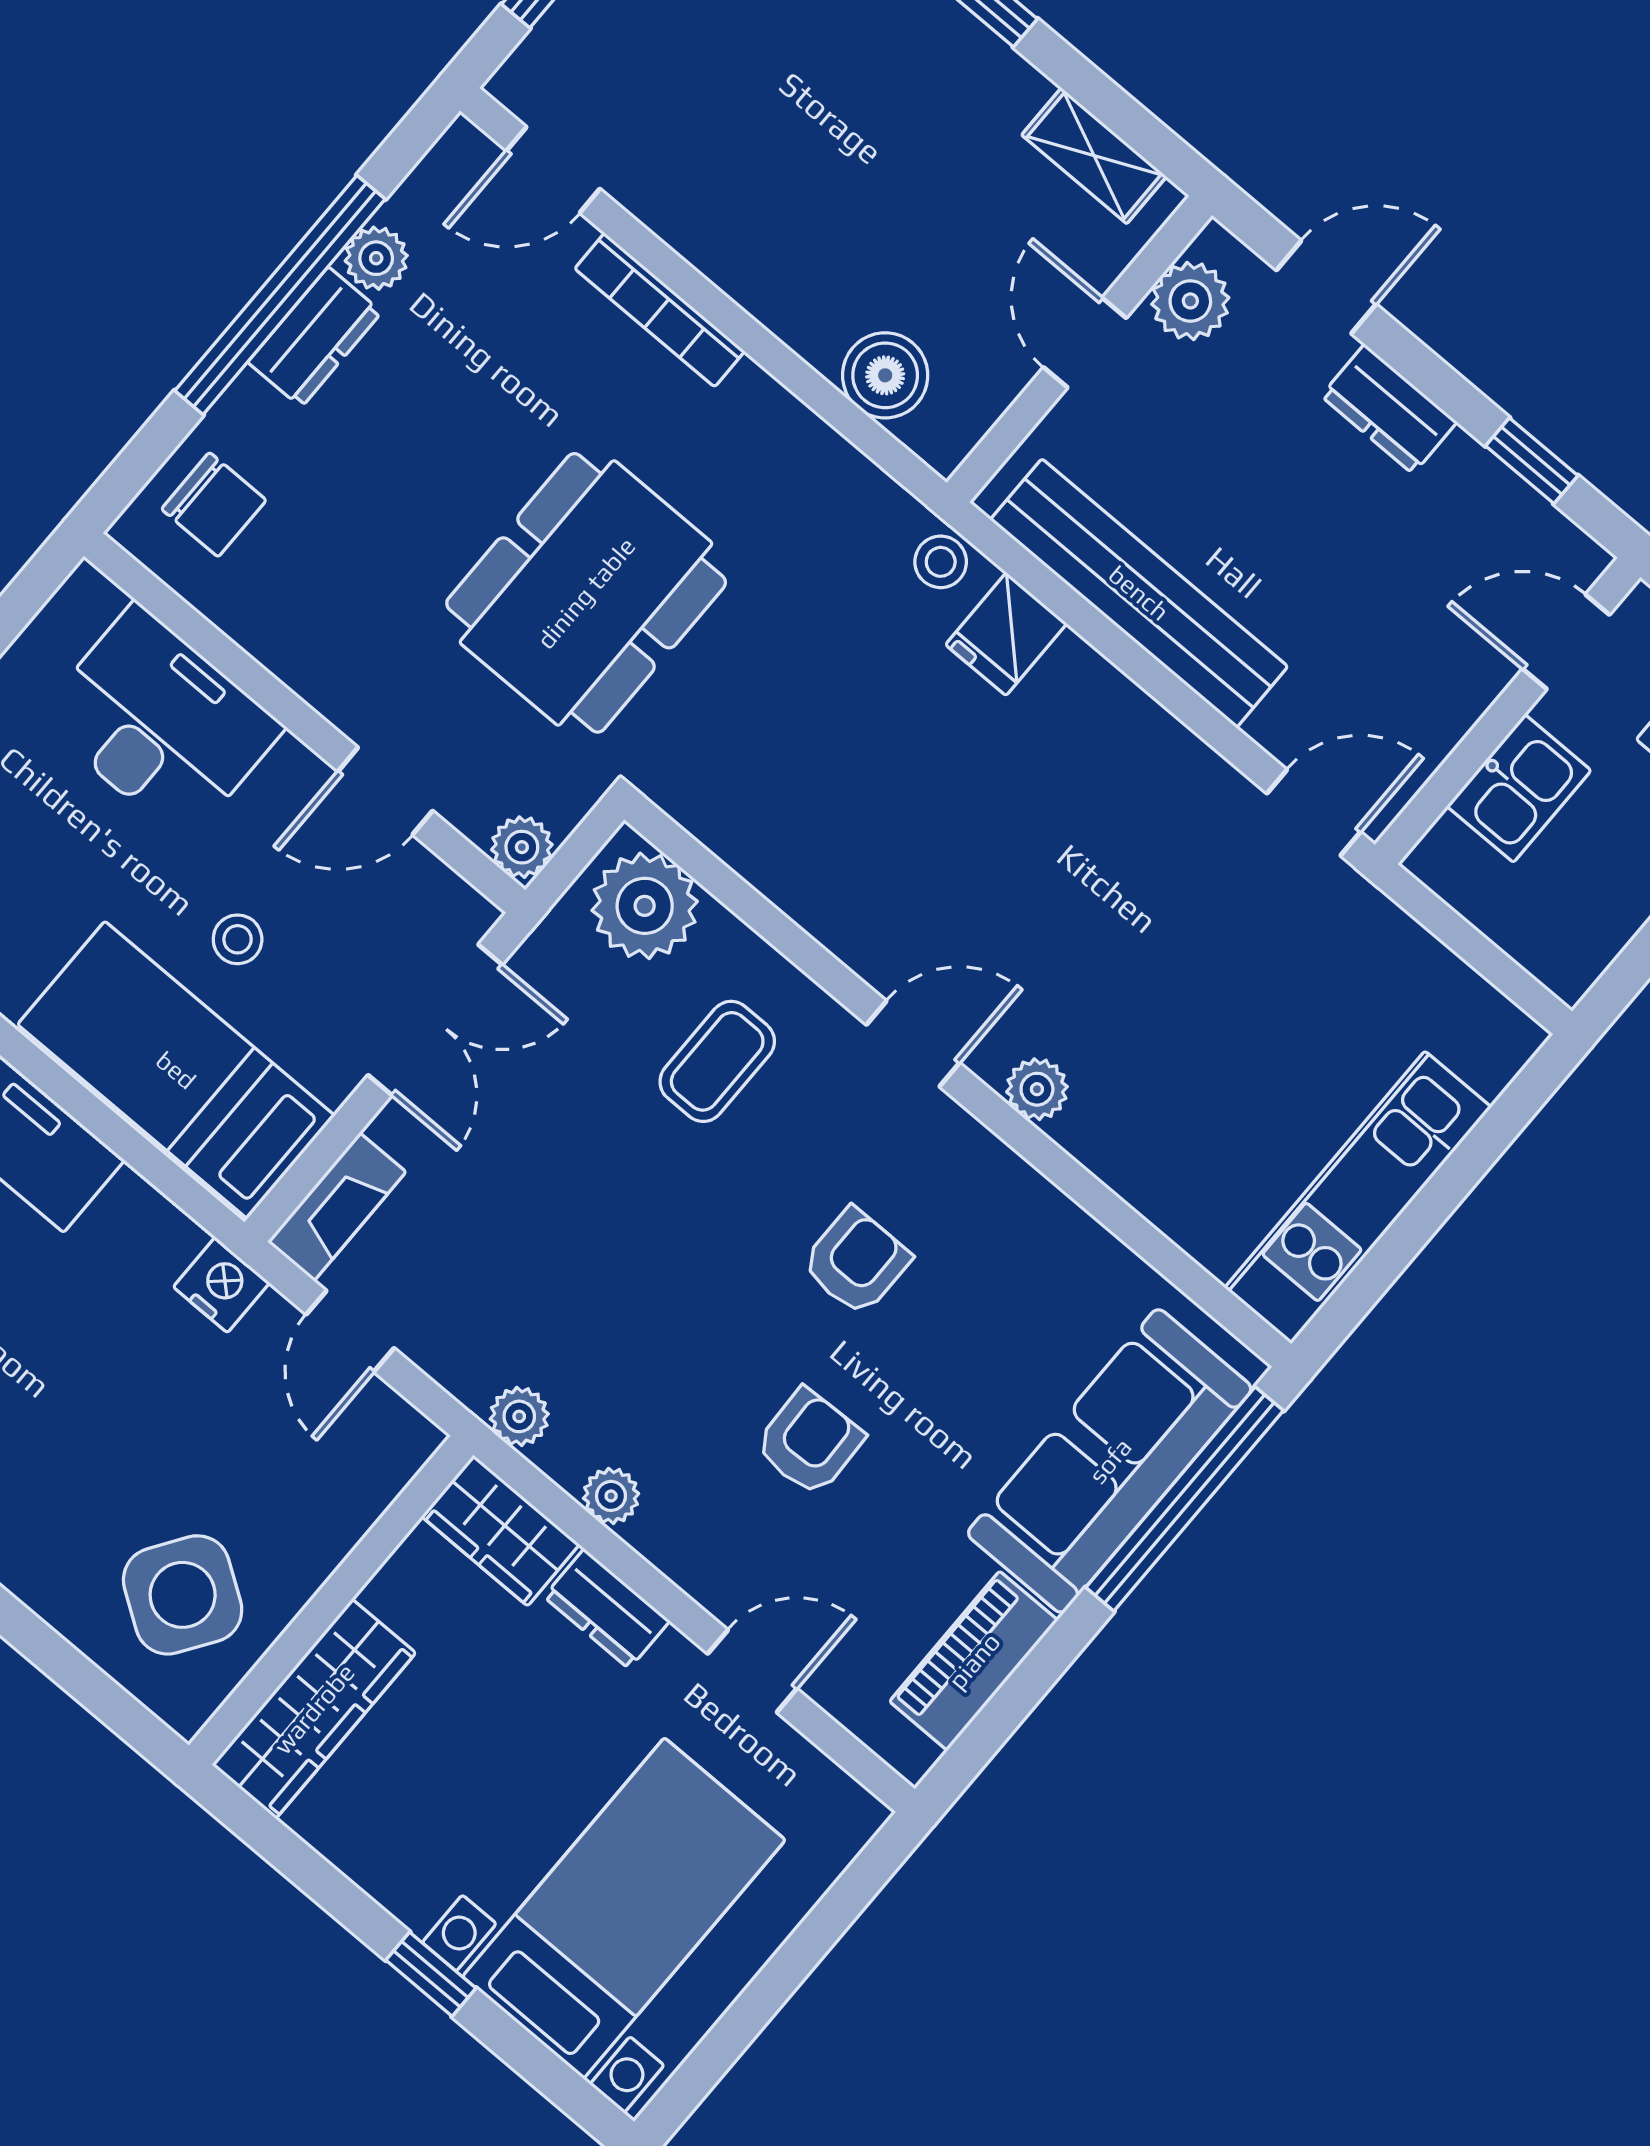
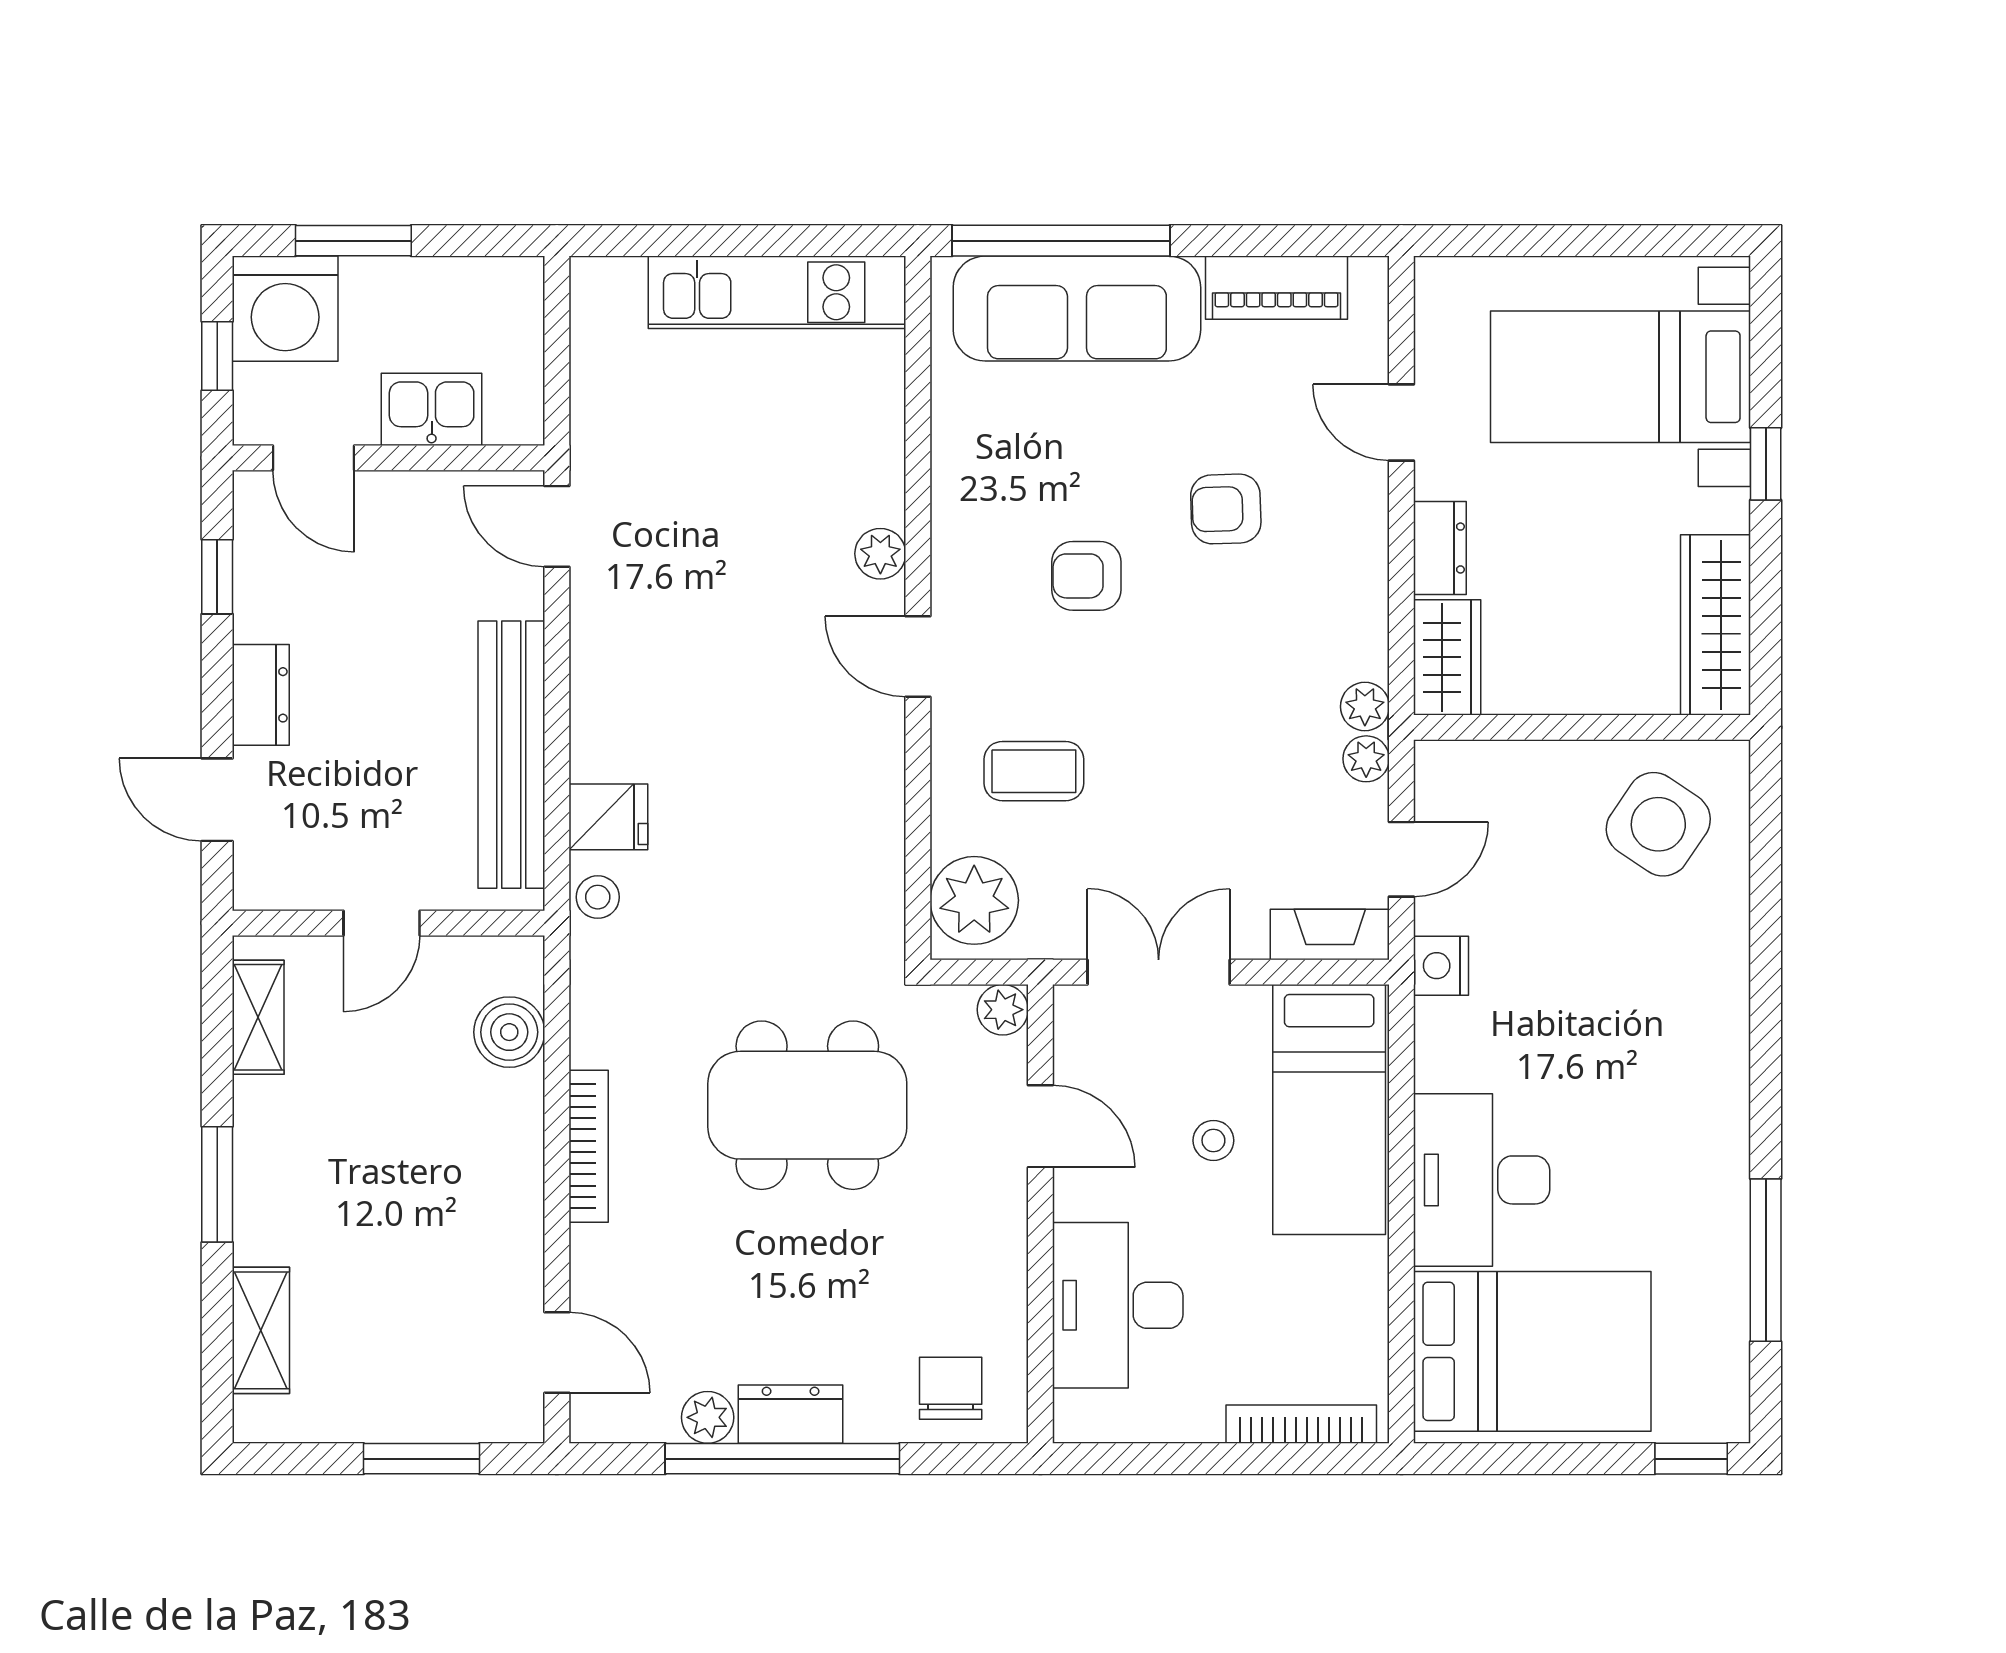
plant: (1190, 301) -> (299, 879), removed
bookcase: (660, 310) -> (589, 1146), moved
plant: (611, 1496) -> (1366, 759), moved
wardrobe: (314, 1709) -> (1716, 625), moved, turned -90

